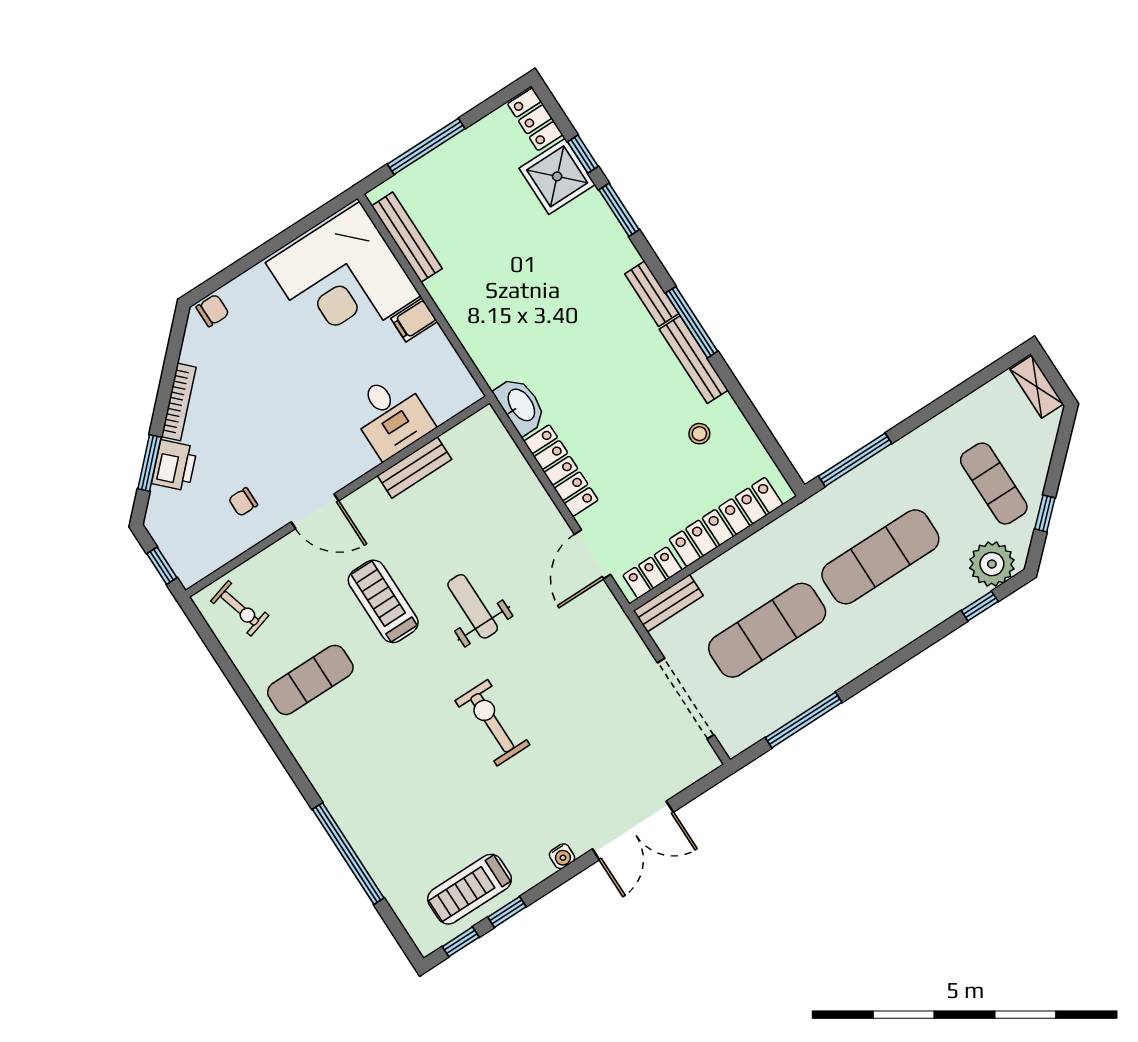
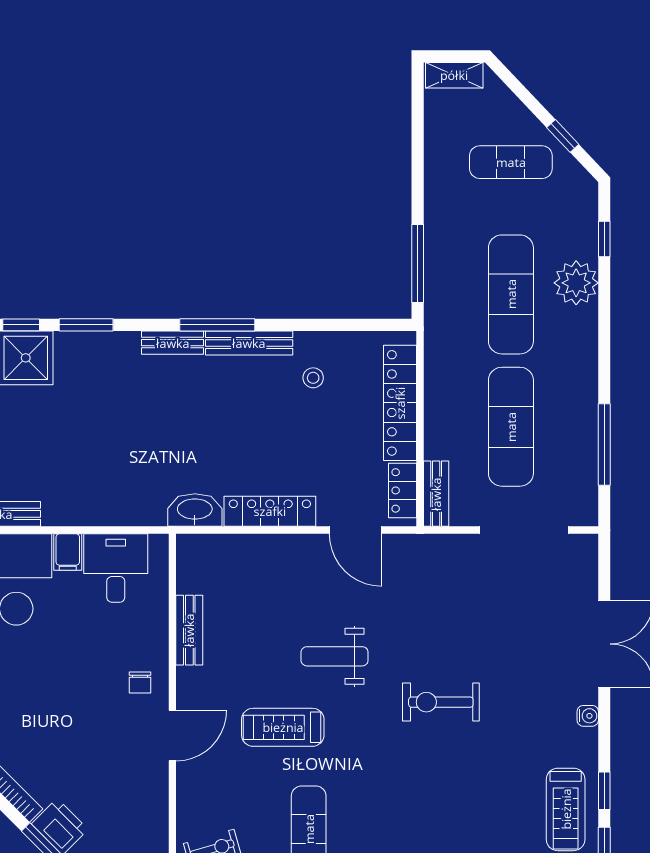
desk: (391, 416) -> (116, 568), moved, turned -90
chair: (243, 502) -> (140, 683), moved
plant: (992, 564) -> (576, 283), moved

